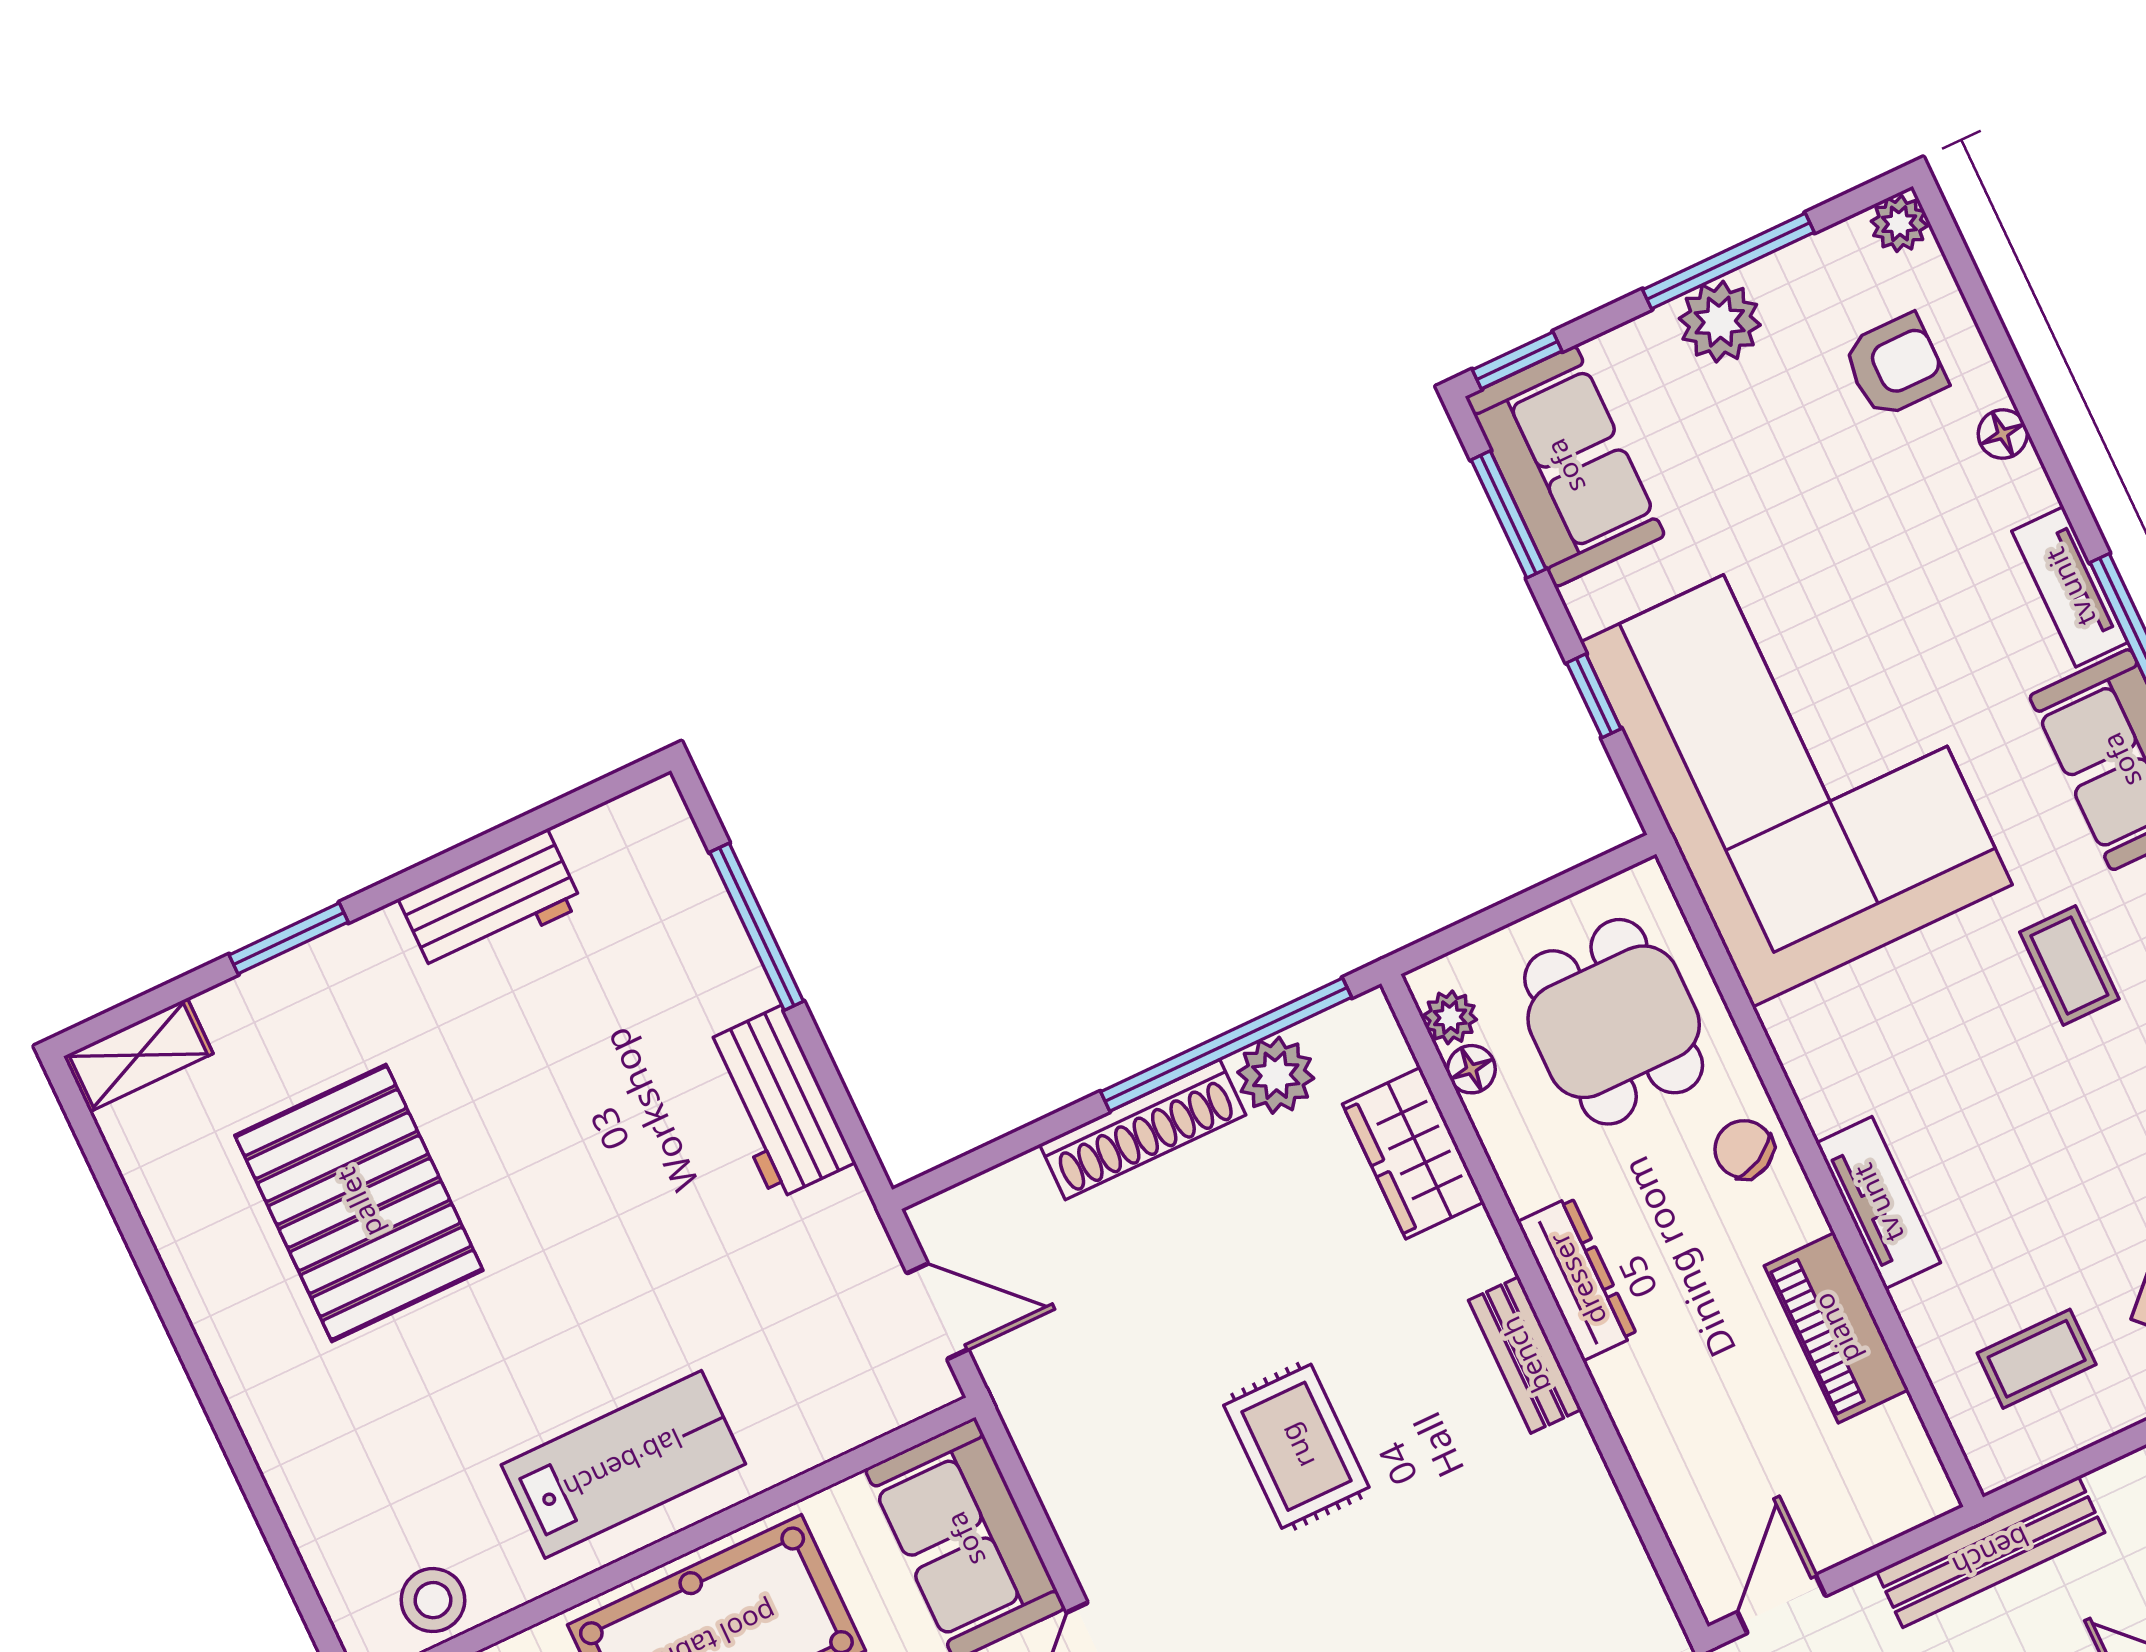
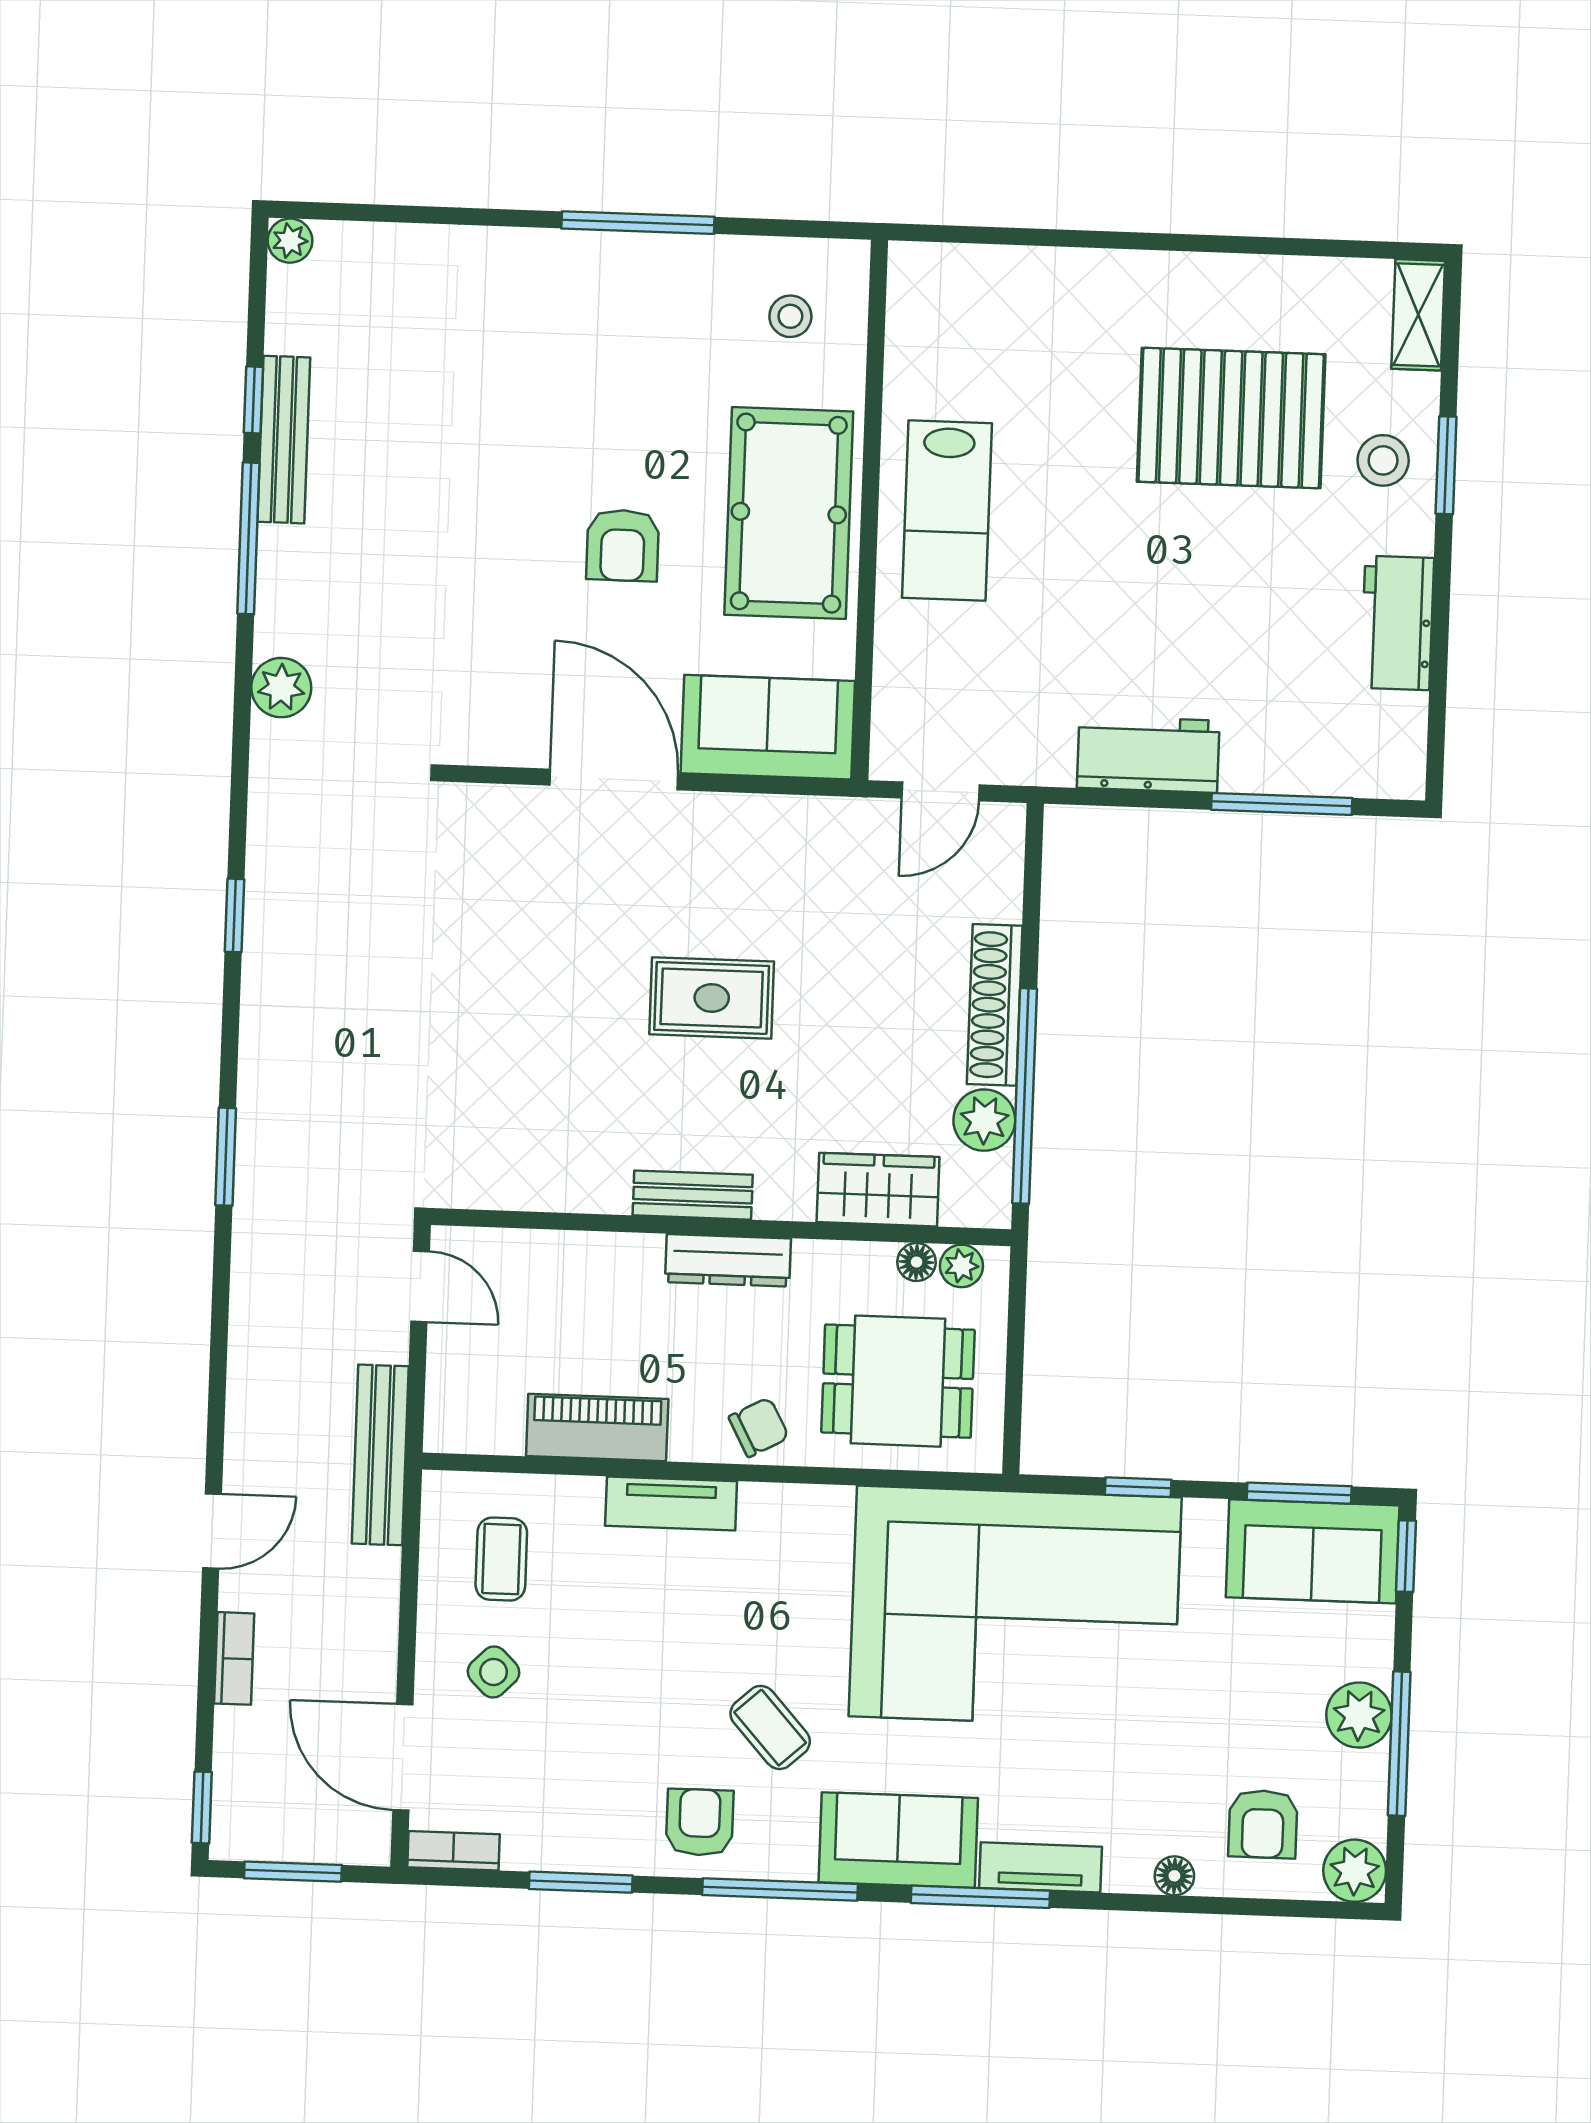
plant: (1899, 224) -> (1355, 1871), width x1.38, depth x1.38
coffee table: (2069, 965) -> (770, 1727), turned 48
stool: (433, 1600) -> (1383, 460), moved

